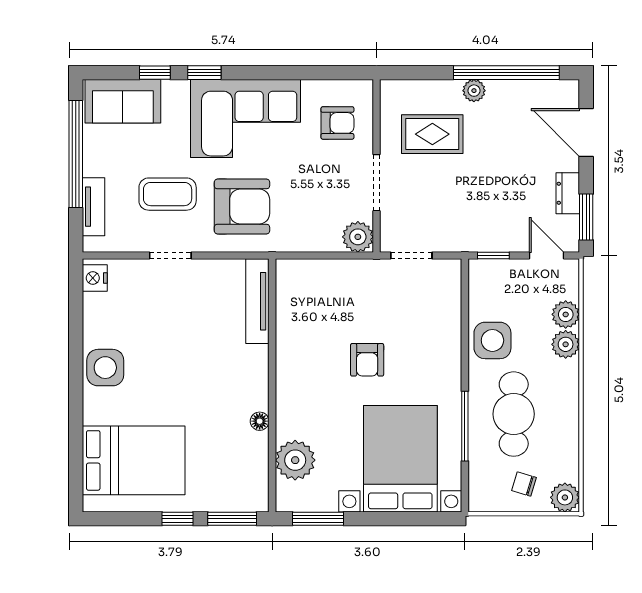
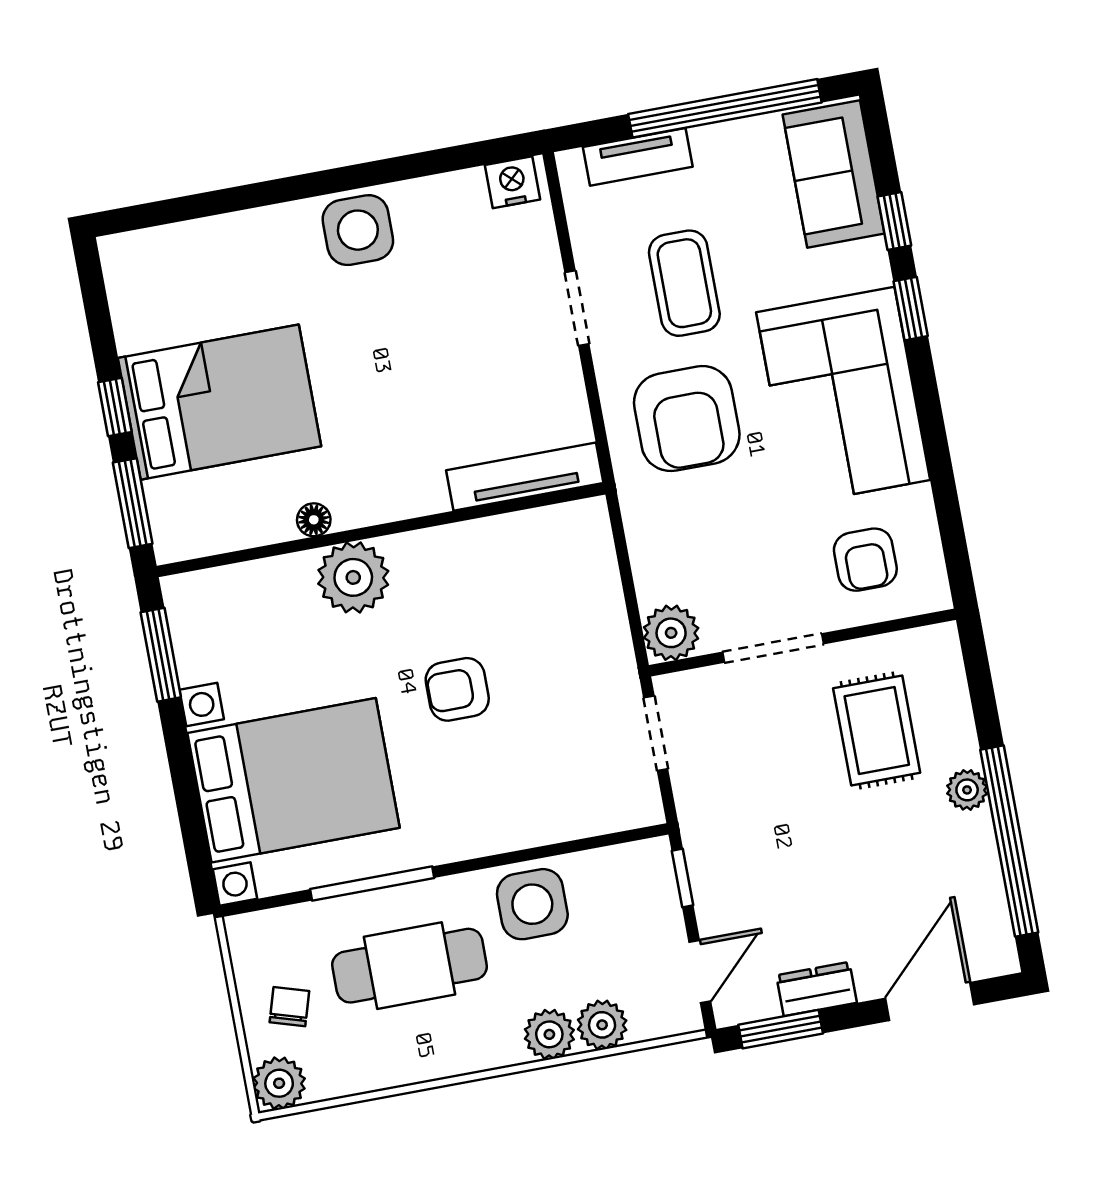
bed: (134, 460) -> (220, 402), moved, turned -90
plant: (295, 460) -> (353, 577), moved

